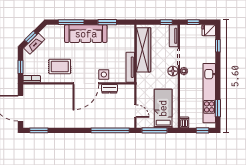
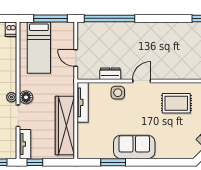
window: (71, 22) -> (161, 162), removed
sofa: (86, 34) -> (134, 147), width x0.73
door: (86, 83) -> (142, 81), width x0.53
door: (135, 111) -> (76, 58), moved

